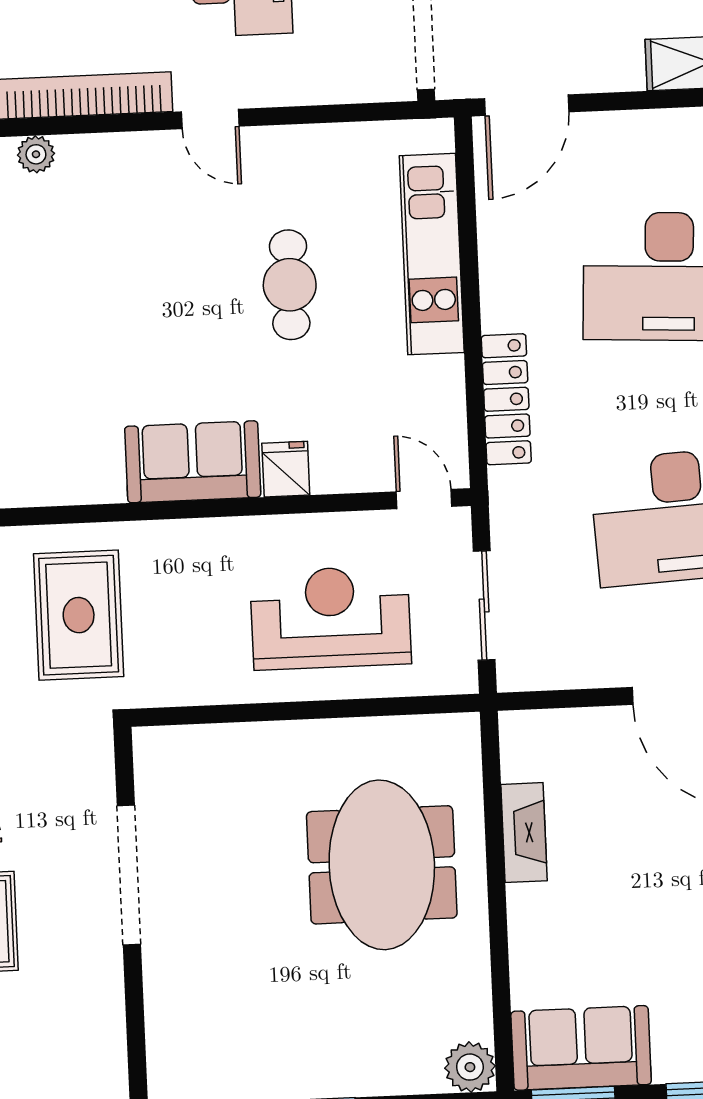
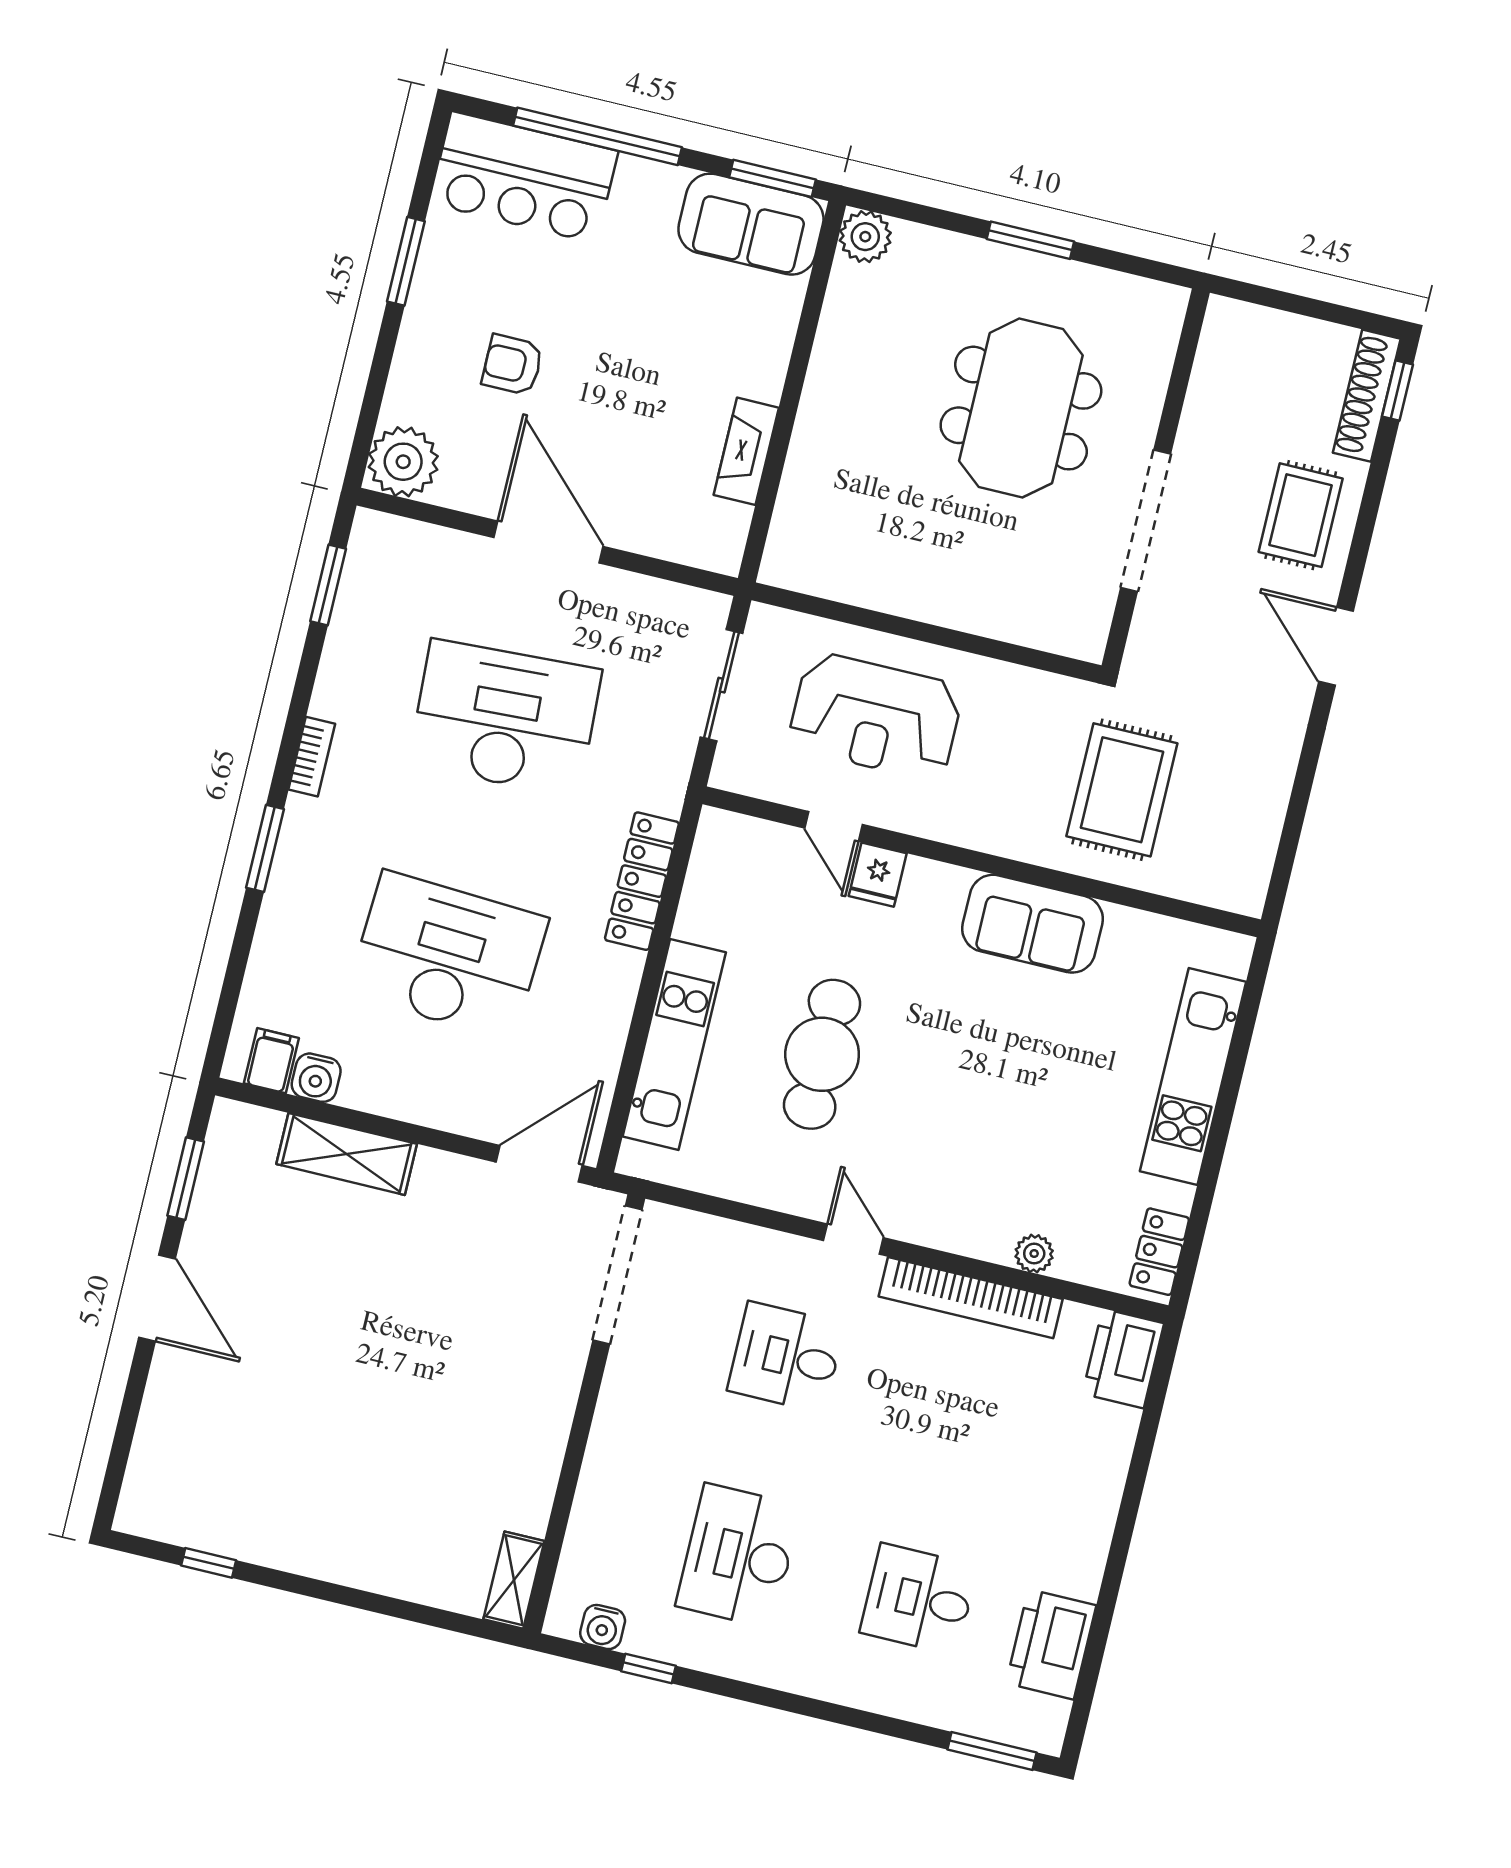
cafe table: (290, 285) -> (822, 1054), width x1.37, depth x1.35
sofa: (193, 462) -> (1033, 924), moved
door: (424, 499) -> (833, 826), moved
meeting table: (382, 865) -> (1021, 408), moved

